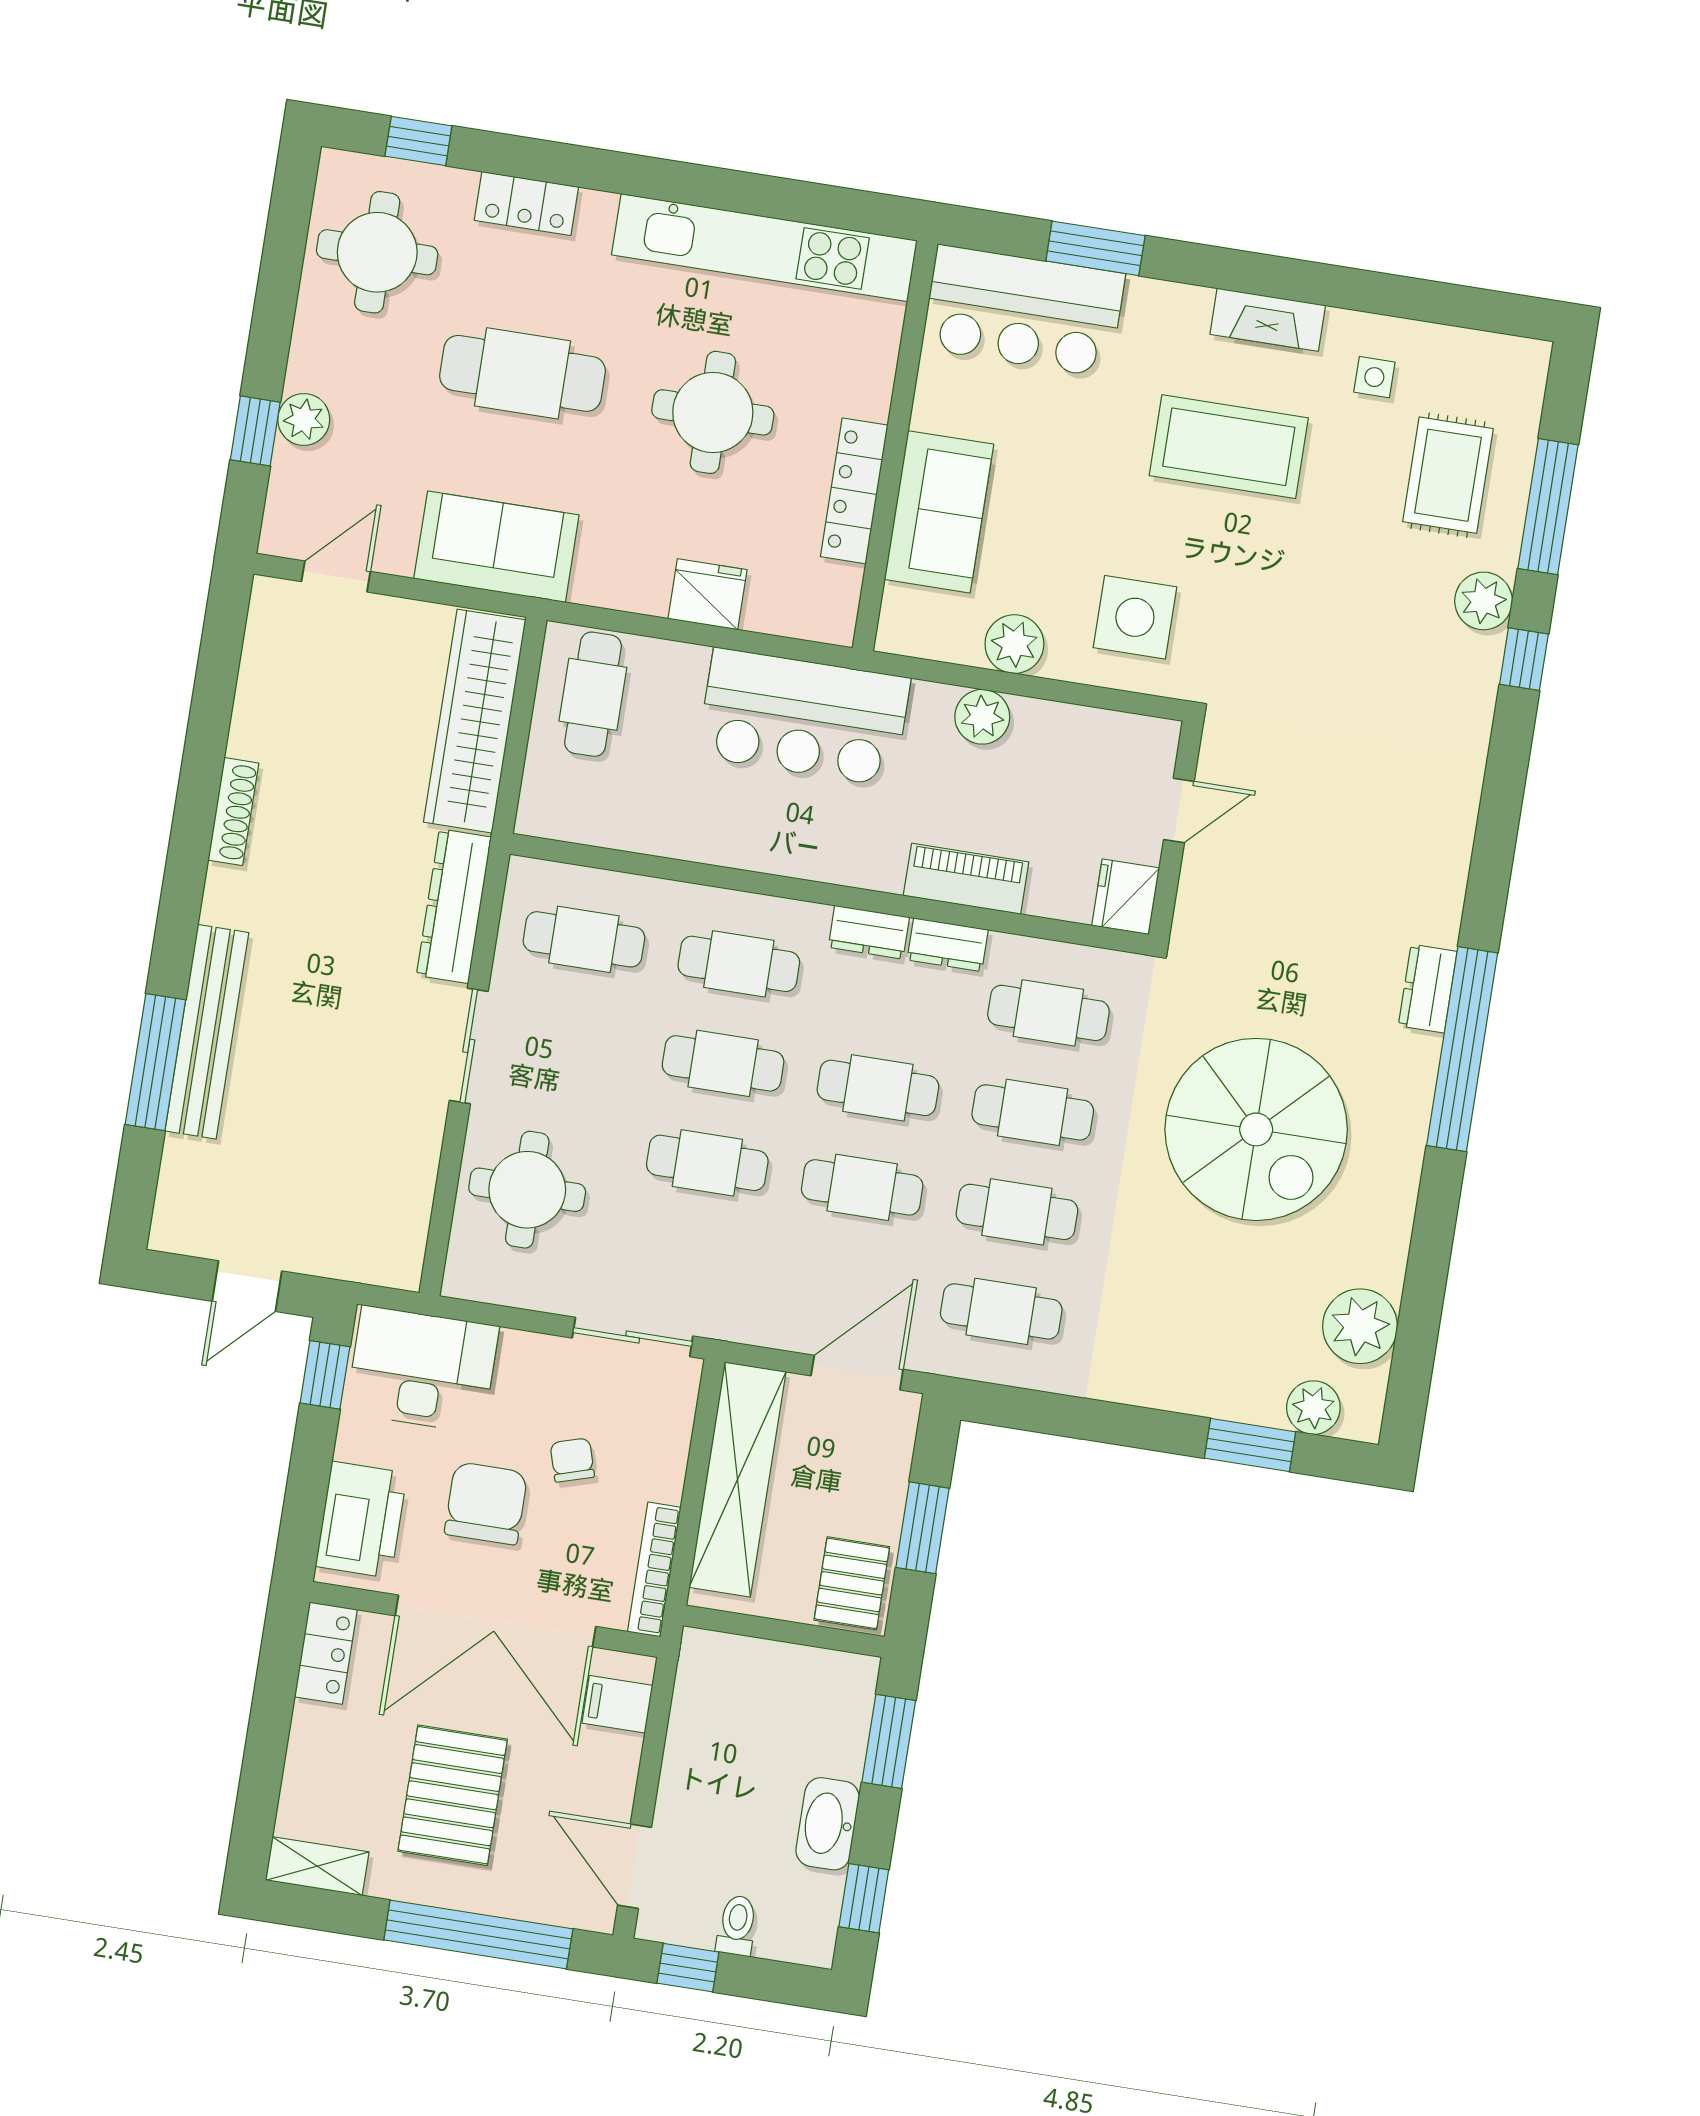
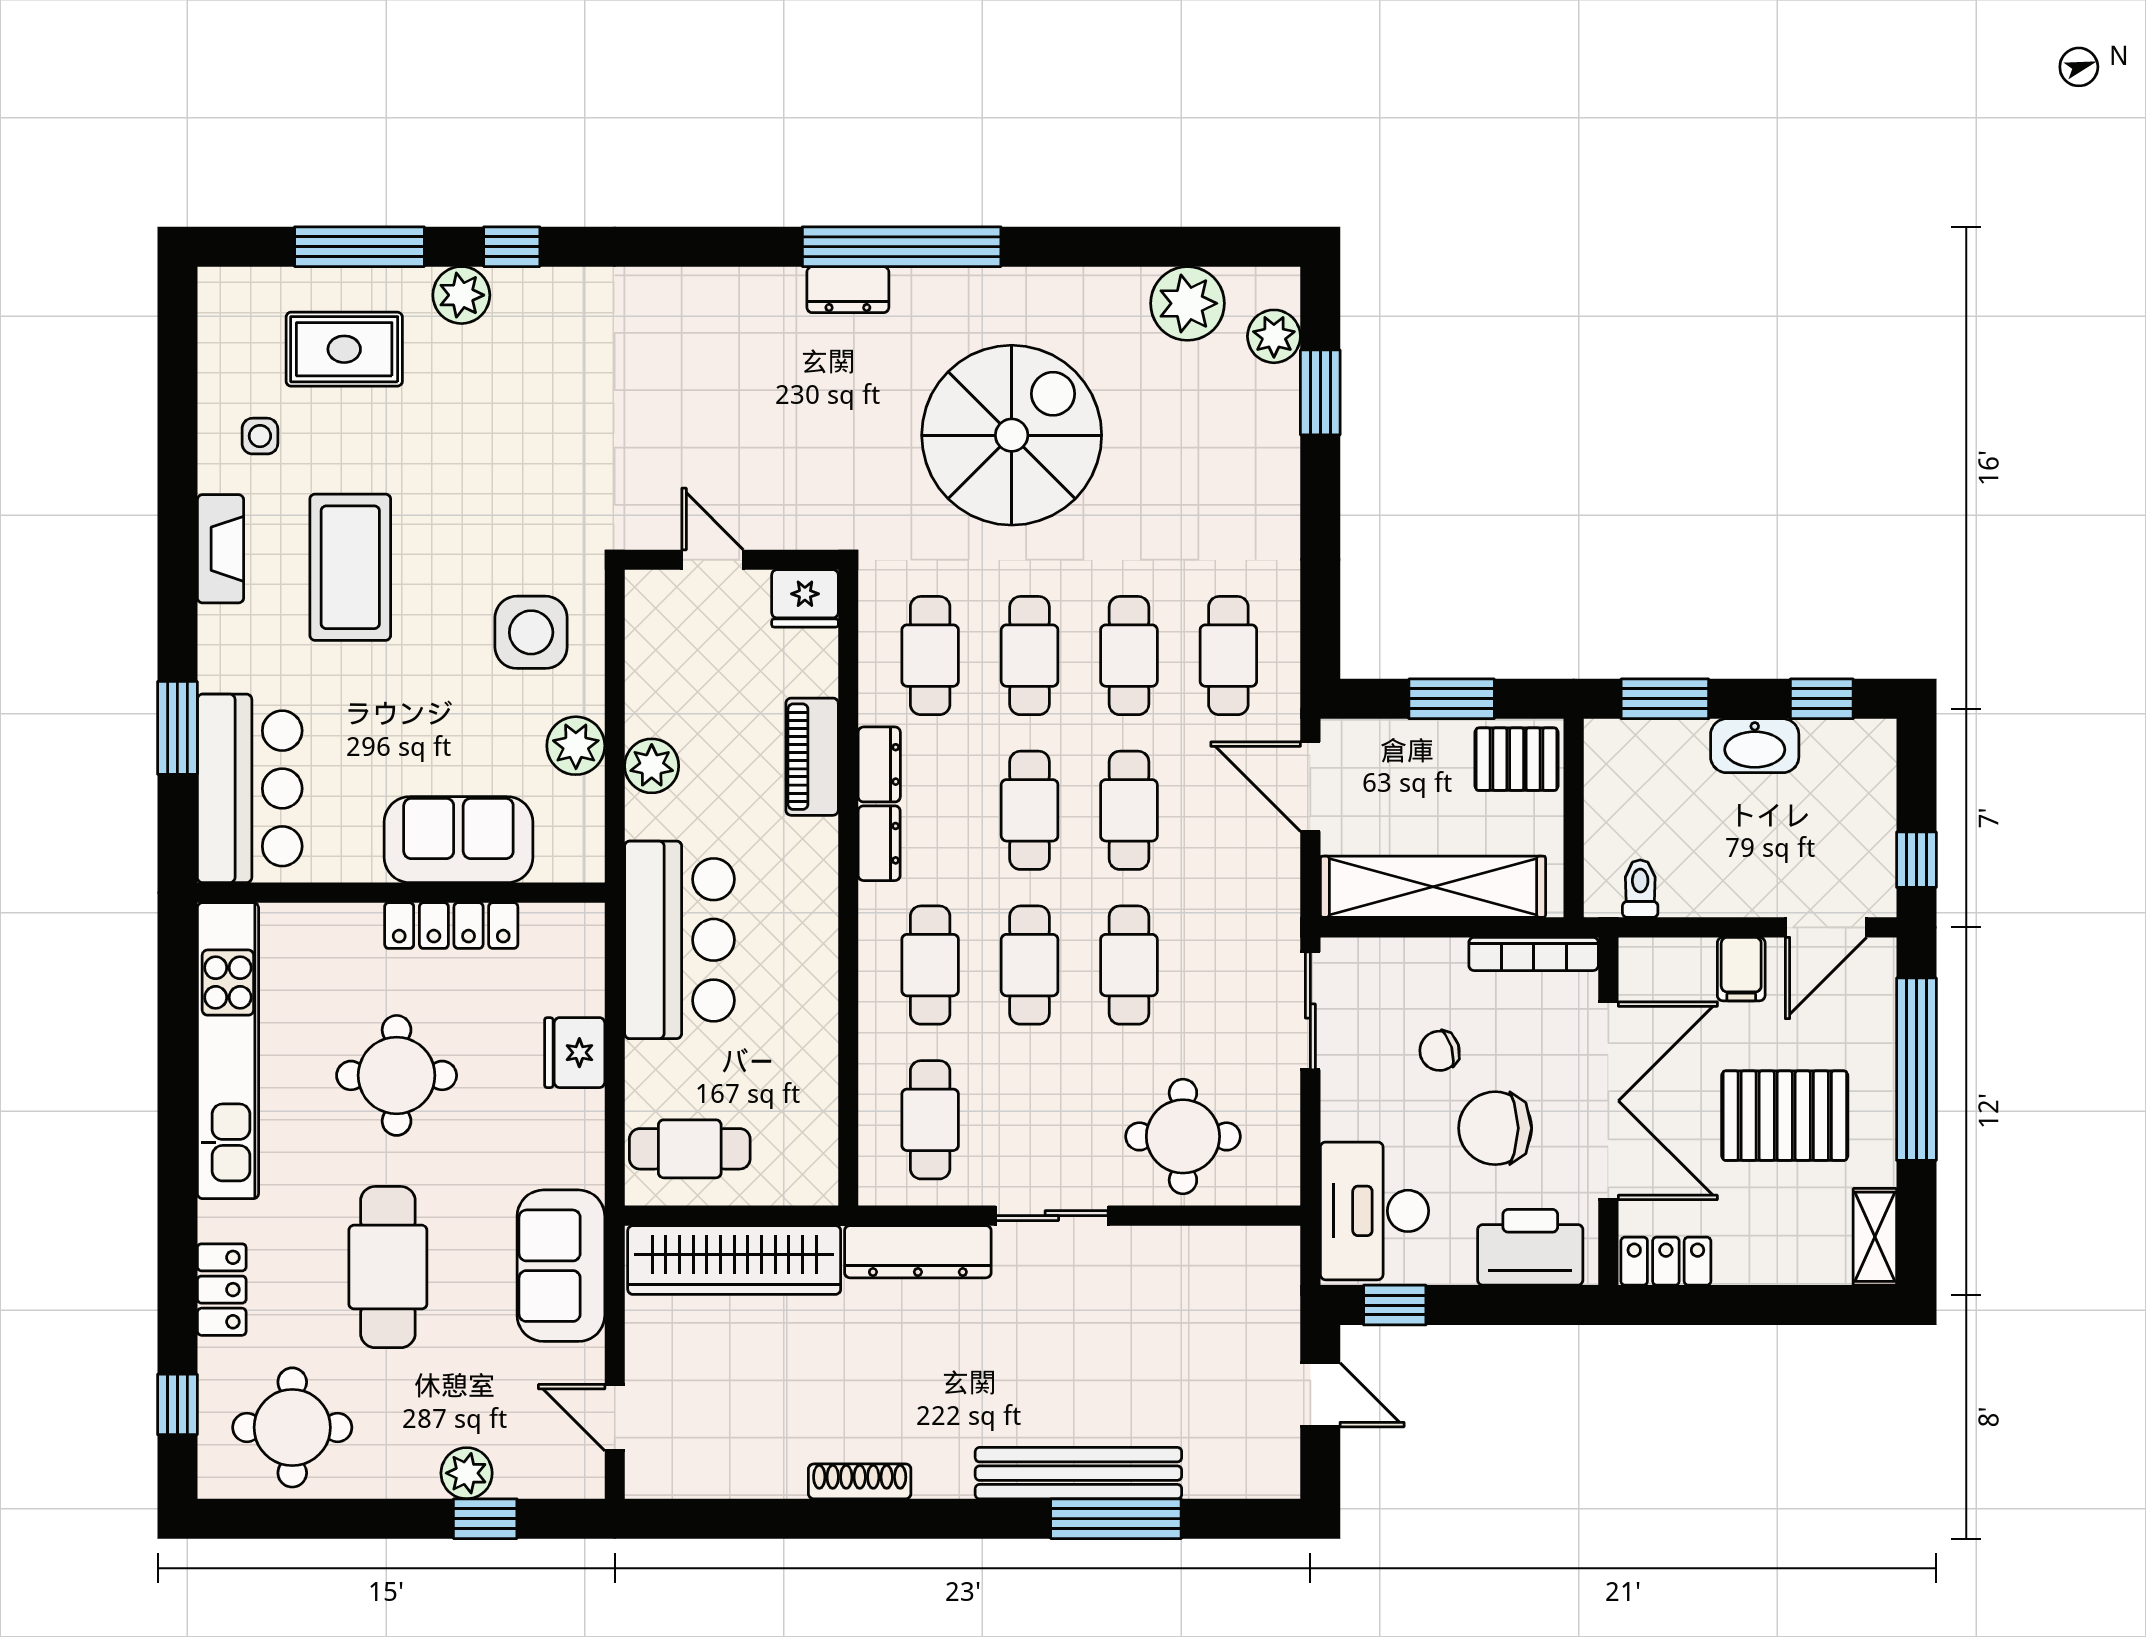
filing cabinet: (617, 1704) -> (1741, 969), moved
toilet: (737, 1925) -> (1640, 889), moved, turned 90

